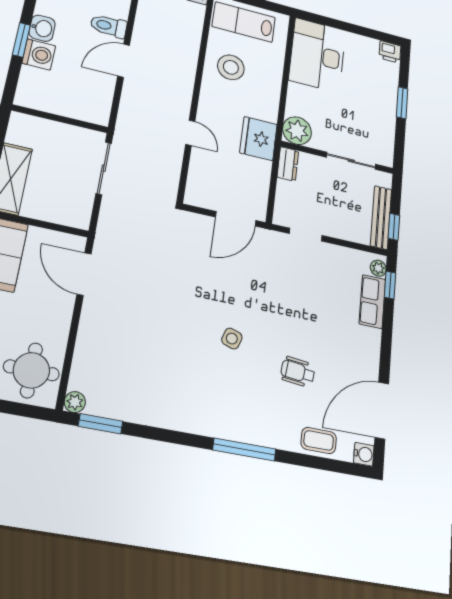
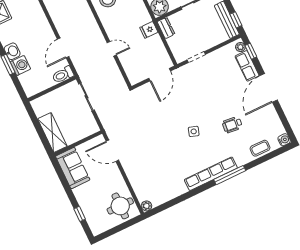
toilet: (109, 26) -> (63, 75), moved
door: (124, 61) -> (63, 48), moved
fridge: (258, 139) -> (149, 30), width x0.53, depth x0.75
door: (382, 411) -> (269, 88), moved
window: (100, 424) -> (163, 207), removed
row of seats: (216, 425) -> (211, 174), added

